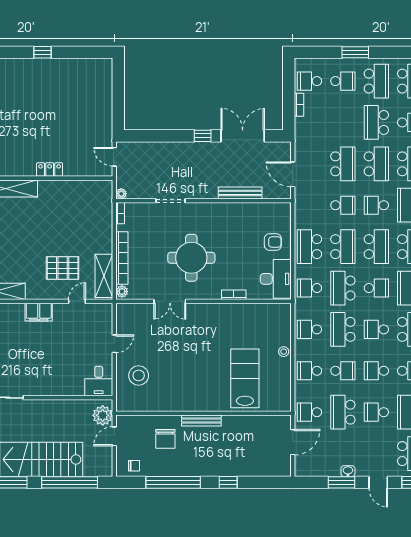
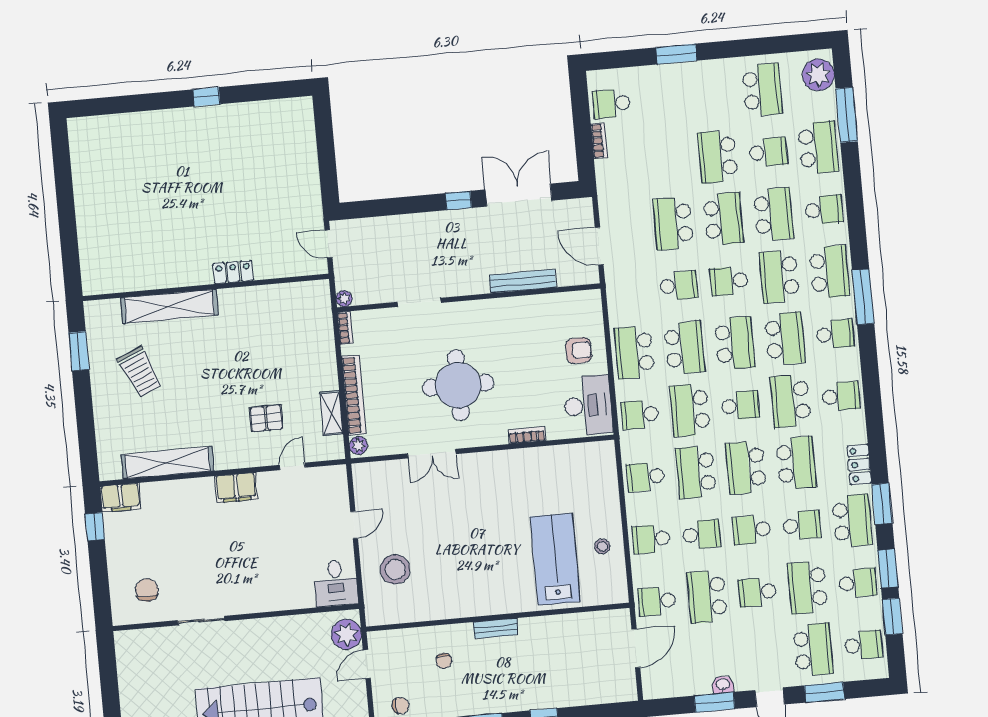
school desk: (343, 81) -> (662, 99), removed
school desk: (376, 81) -> (712, 94), removed
school desk: (343, 164) -> (673, 223), turned 180
pallet: (63, 268) -> (266, 418), width x0.67, depth x0.71
shelving: (104, 276) -> (331, 413), width x0.67, depth x0.75
school desk: (376, 329) -> (746, 468), width x1.85
stool: (284, 352) -> (602, 546), moved
bench: (201, 420) -> (496, 628), width x0.73
chair: (165, 439) -> (444, 661), width x0.54, depth x0.54

